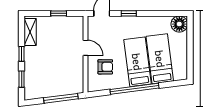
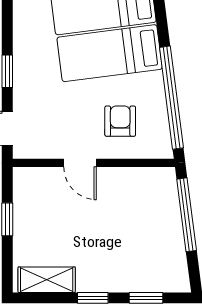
door: (85, 48) -> (80, 163), swing flipped
window: (134, 89) -> (171, 98), moved

